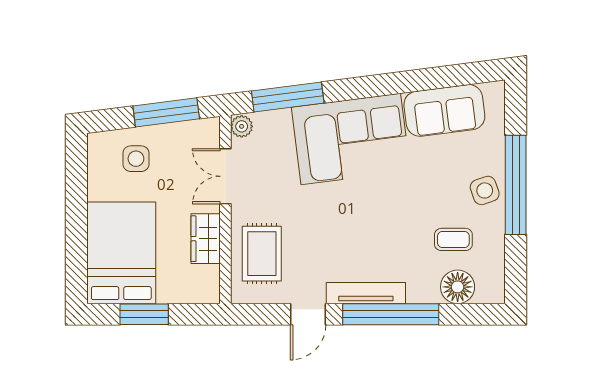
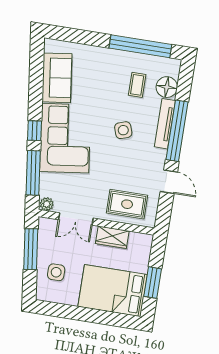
window: (355, 88) -> (34, 131), added
window: (516, 185) -> (140, 46), moved
side table: (485, 190) -> (123, 130), moved
tv unit: (366, 293) -> (165, 124), moved

